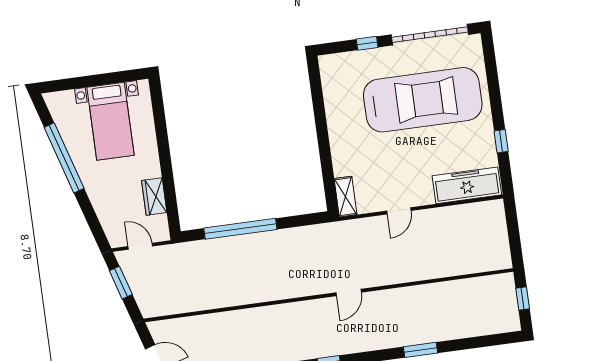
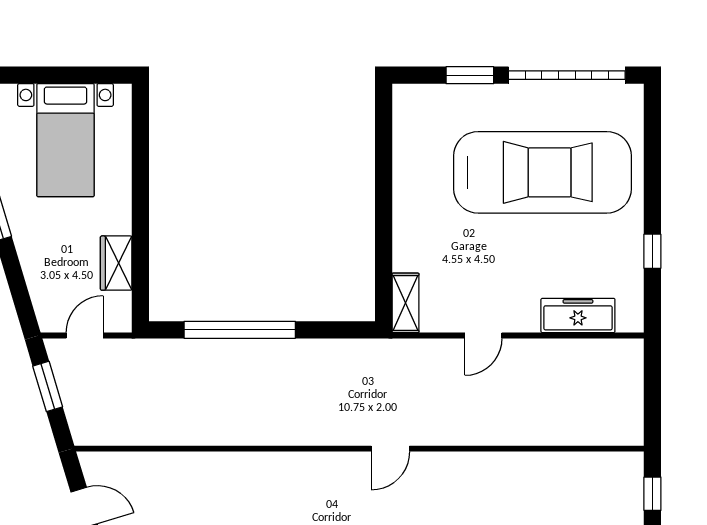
window: (367, 43) -> (470, 75), width x1.50
freezer: (467, 185) -> (578, 315), width x0.73, depth x0.79
door: (140, 246) -> (85, 335), hinge flipped

